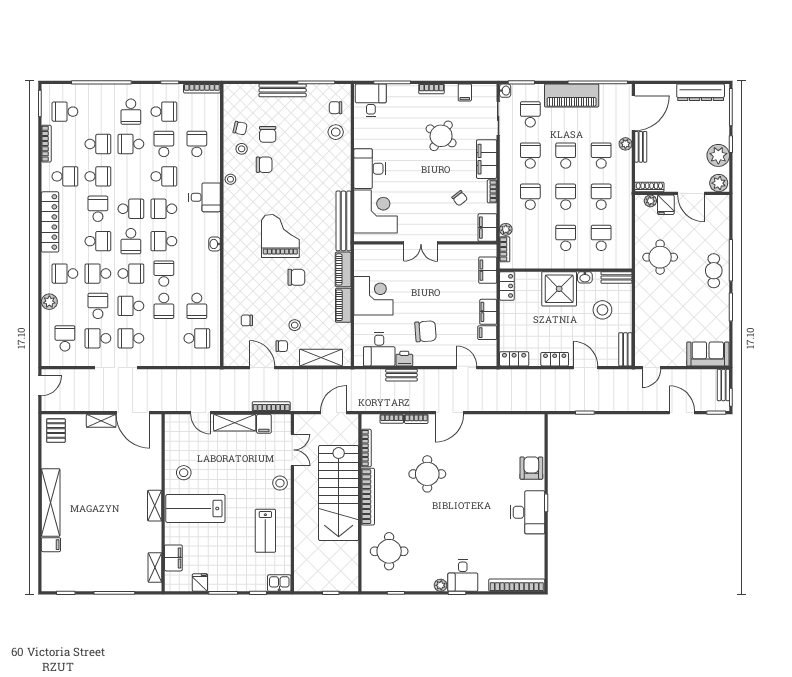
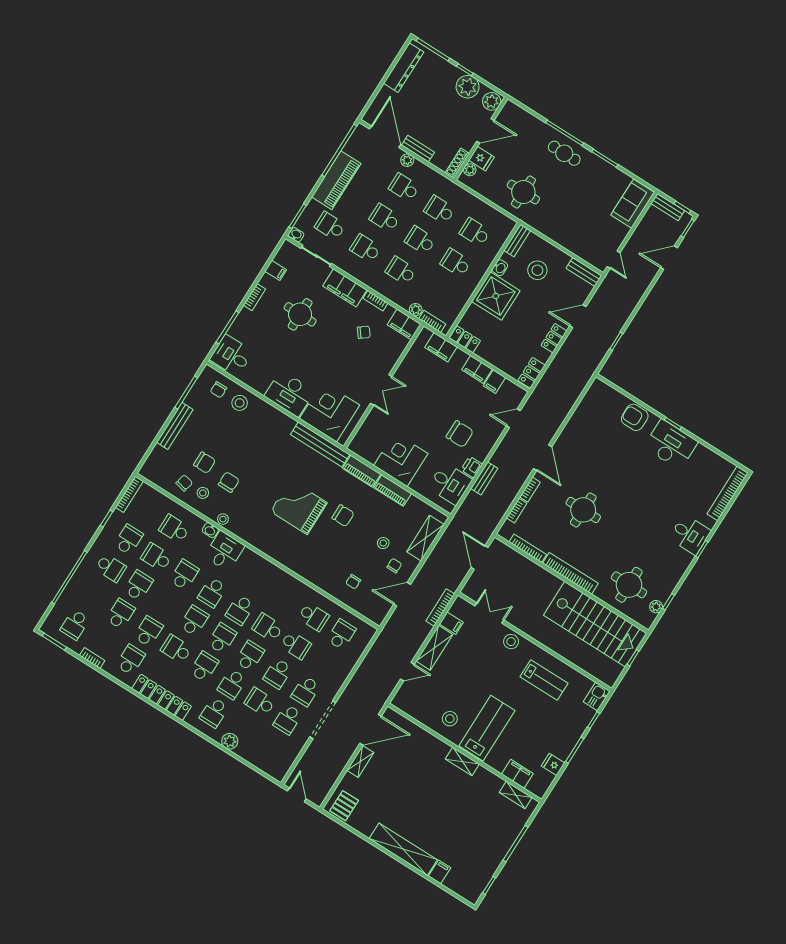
round table: (441, 136) -> (300, 314), turned -33
bookcase: (46, 144) -> (92, 658), width x0.64
school desk: (131, 144) -> (139, 585), turned 180
school desk: (131, 241) -> (222, 638), turned -90
washbasin: (215, 244) -> (210, 530), moved
chair: (296, 277) -> (343, 516), turned 90
chair: (426, 331) -> (460, 434), turned 94
school desk: (65, 338) -> (270, 748), removed
pallet: (56, 431) -> (344, 806), turned 90
stairs: (339, 493) -> (595, 624), moved
lab bench: (195, 508) -> (487, 728), turned 180
plant: (441, 585) -> (656, 607), moved

